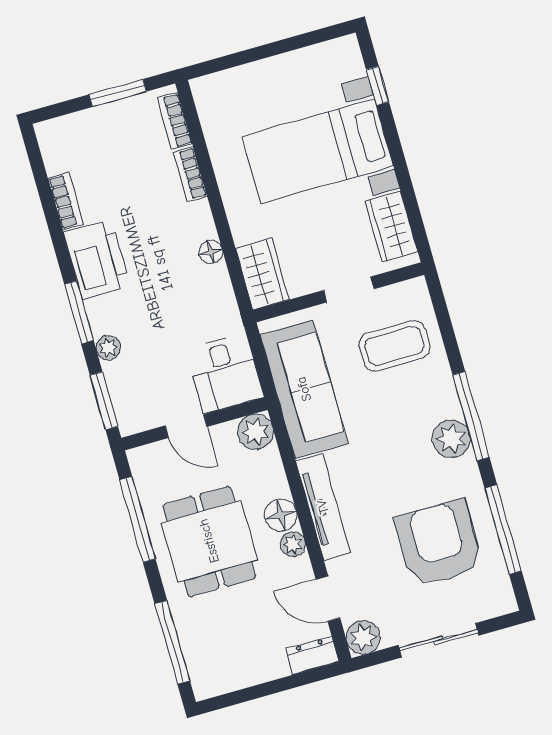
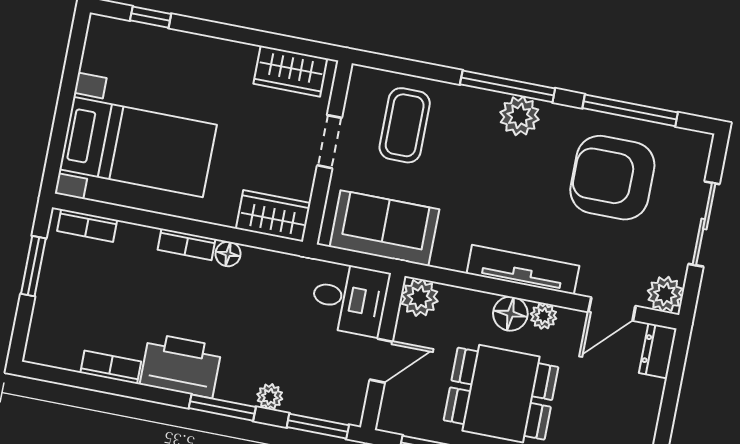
bed with nightstands: (318, 151) -> (138, 147), moved, turned -90
bookcase: (190, 174) -> (187, 244), moved
sofa: (304, 389) -> (384, 228), width x0.73

